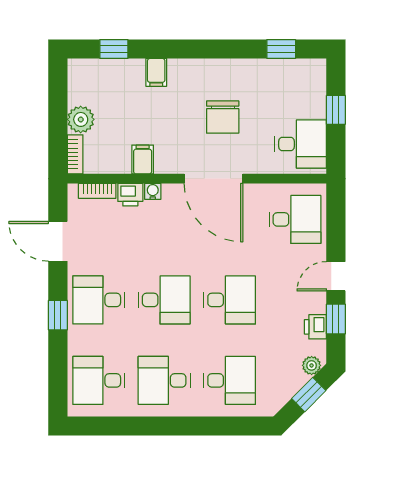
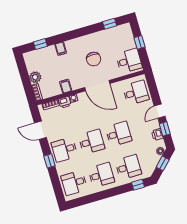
desk: (164, 380) -> (101, 175), turned 180
window: (240, 426) -> (138, 185), added

